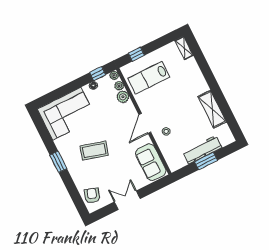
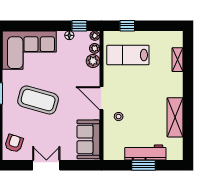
shelving: (184, 48) -> (177, 60), moved
door: (145, 123) -> (102, 98), hinge flipped
coffee table: (94, 151) -> (38, 100), width x1.36, depth x1.32

